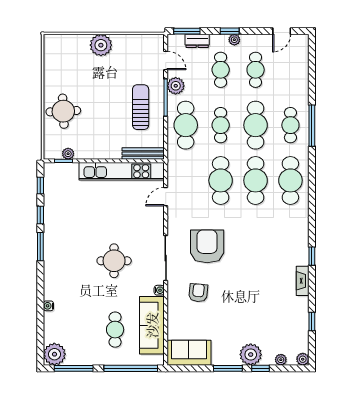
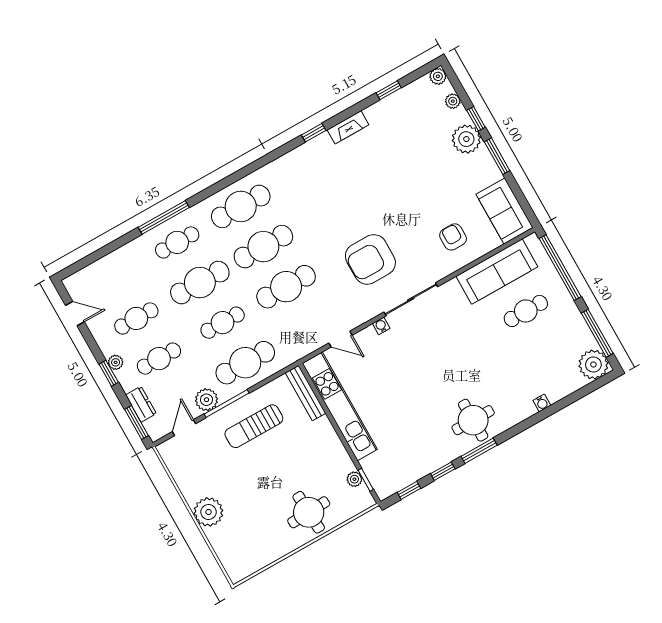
round table: (114, 261) -> (473, 420), moved
water cooler: (159, 290) -> (381, 326), moved
armchair: (198, 293) -> (453, 237), moved, turned 85

